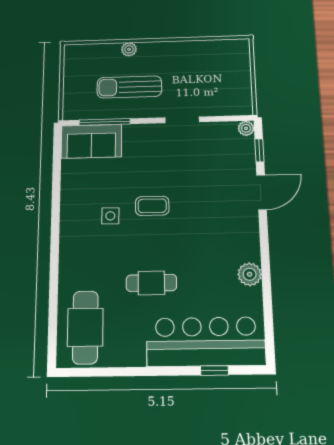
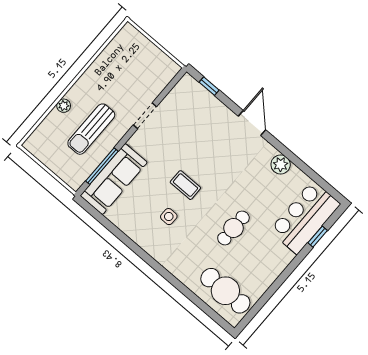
plant: (246, 128) -> (187, 81), removed
sofa: (91, 141) -> (114, 179), width x1.36
door: (262, 192) -> (252, 123), moved
coffee table: (152, 206) -> (185, 185), turned 90
bar counter: (206, 342) -> (305, 217), width x0.73

